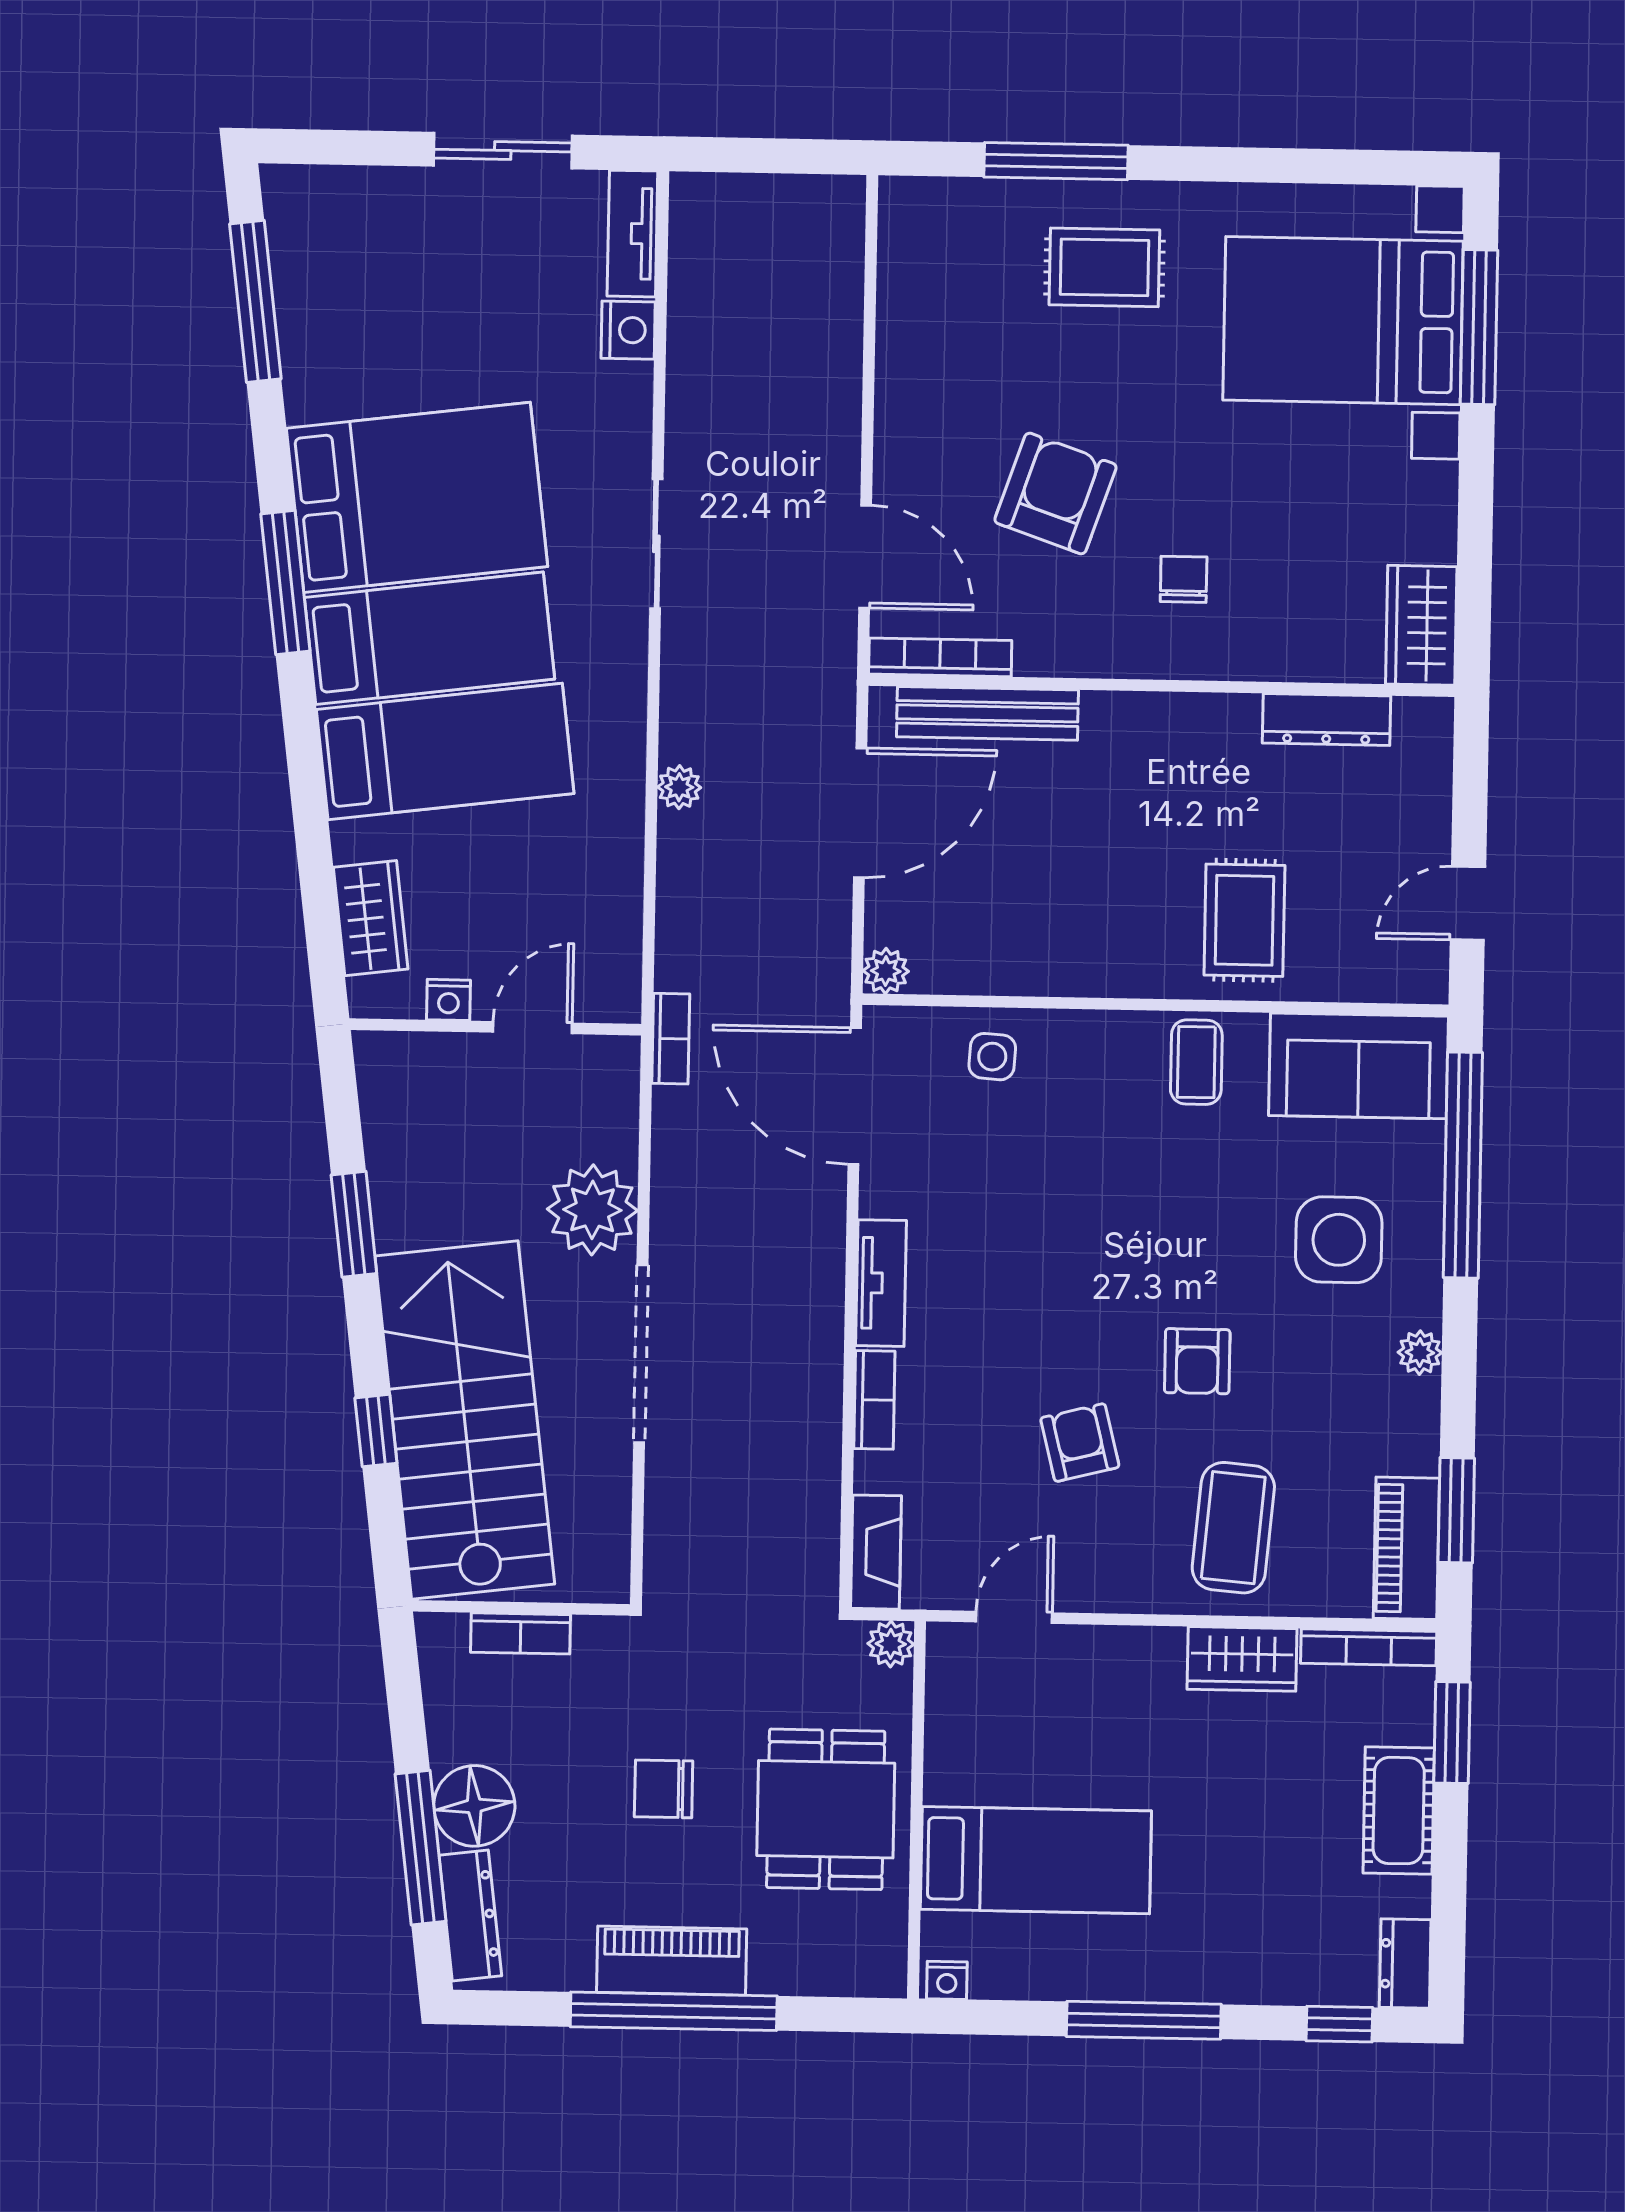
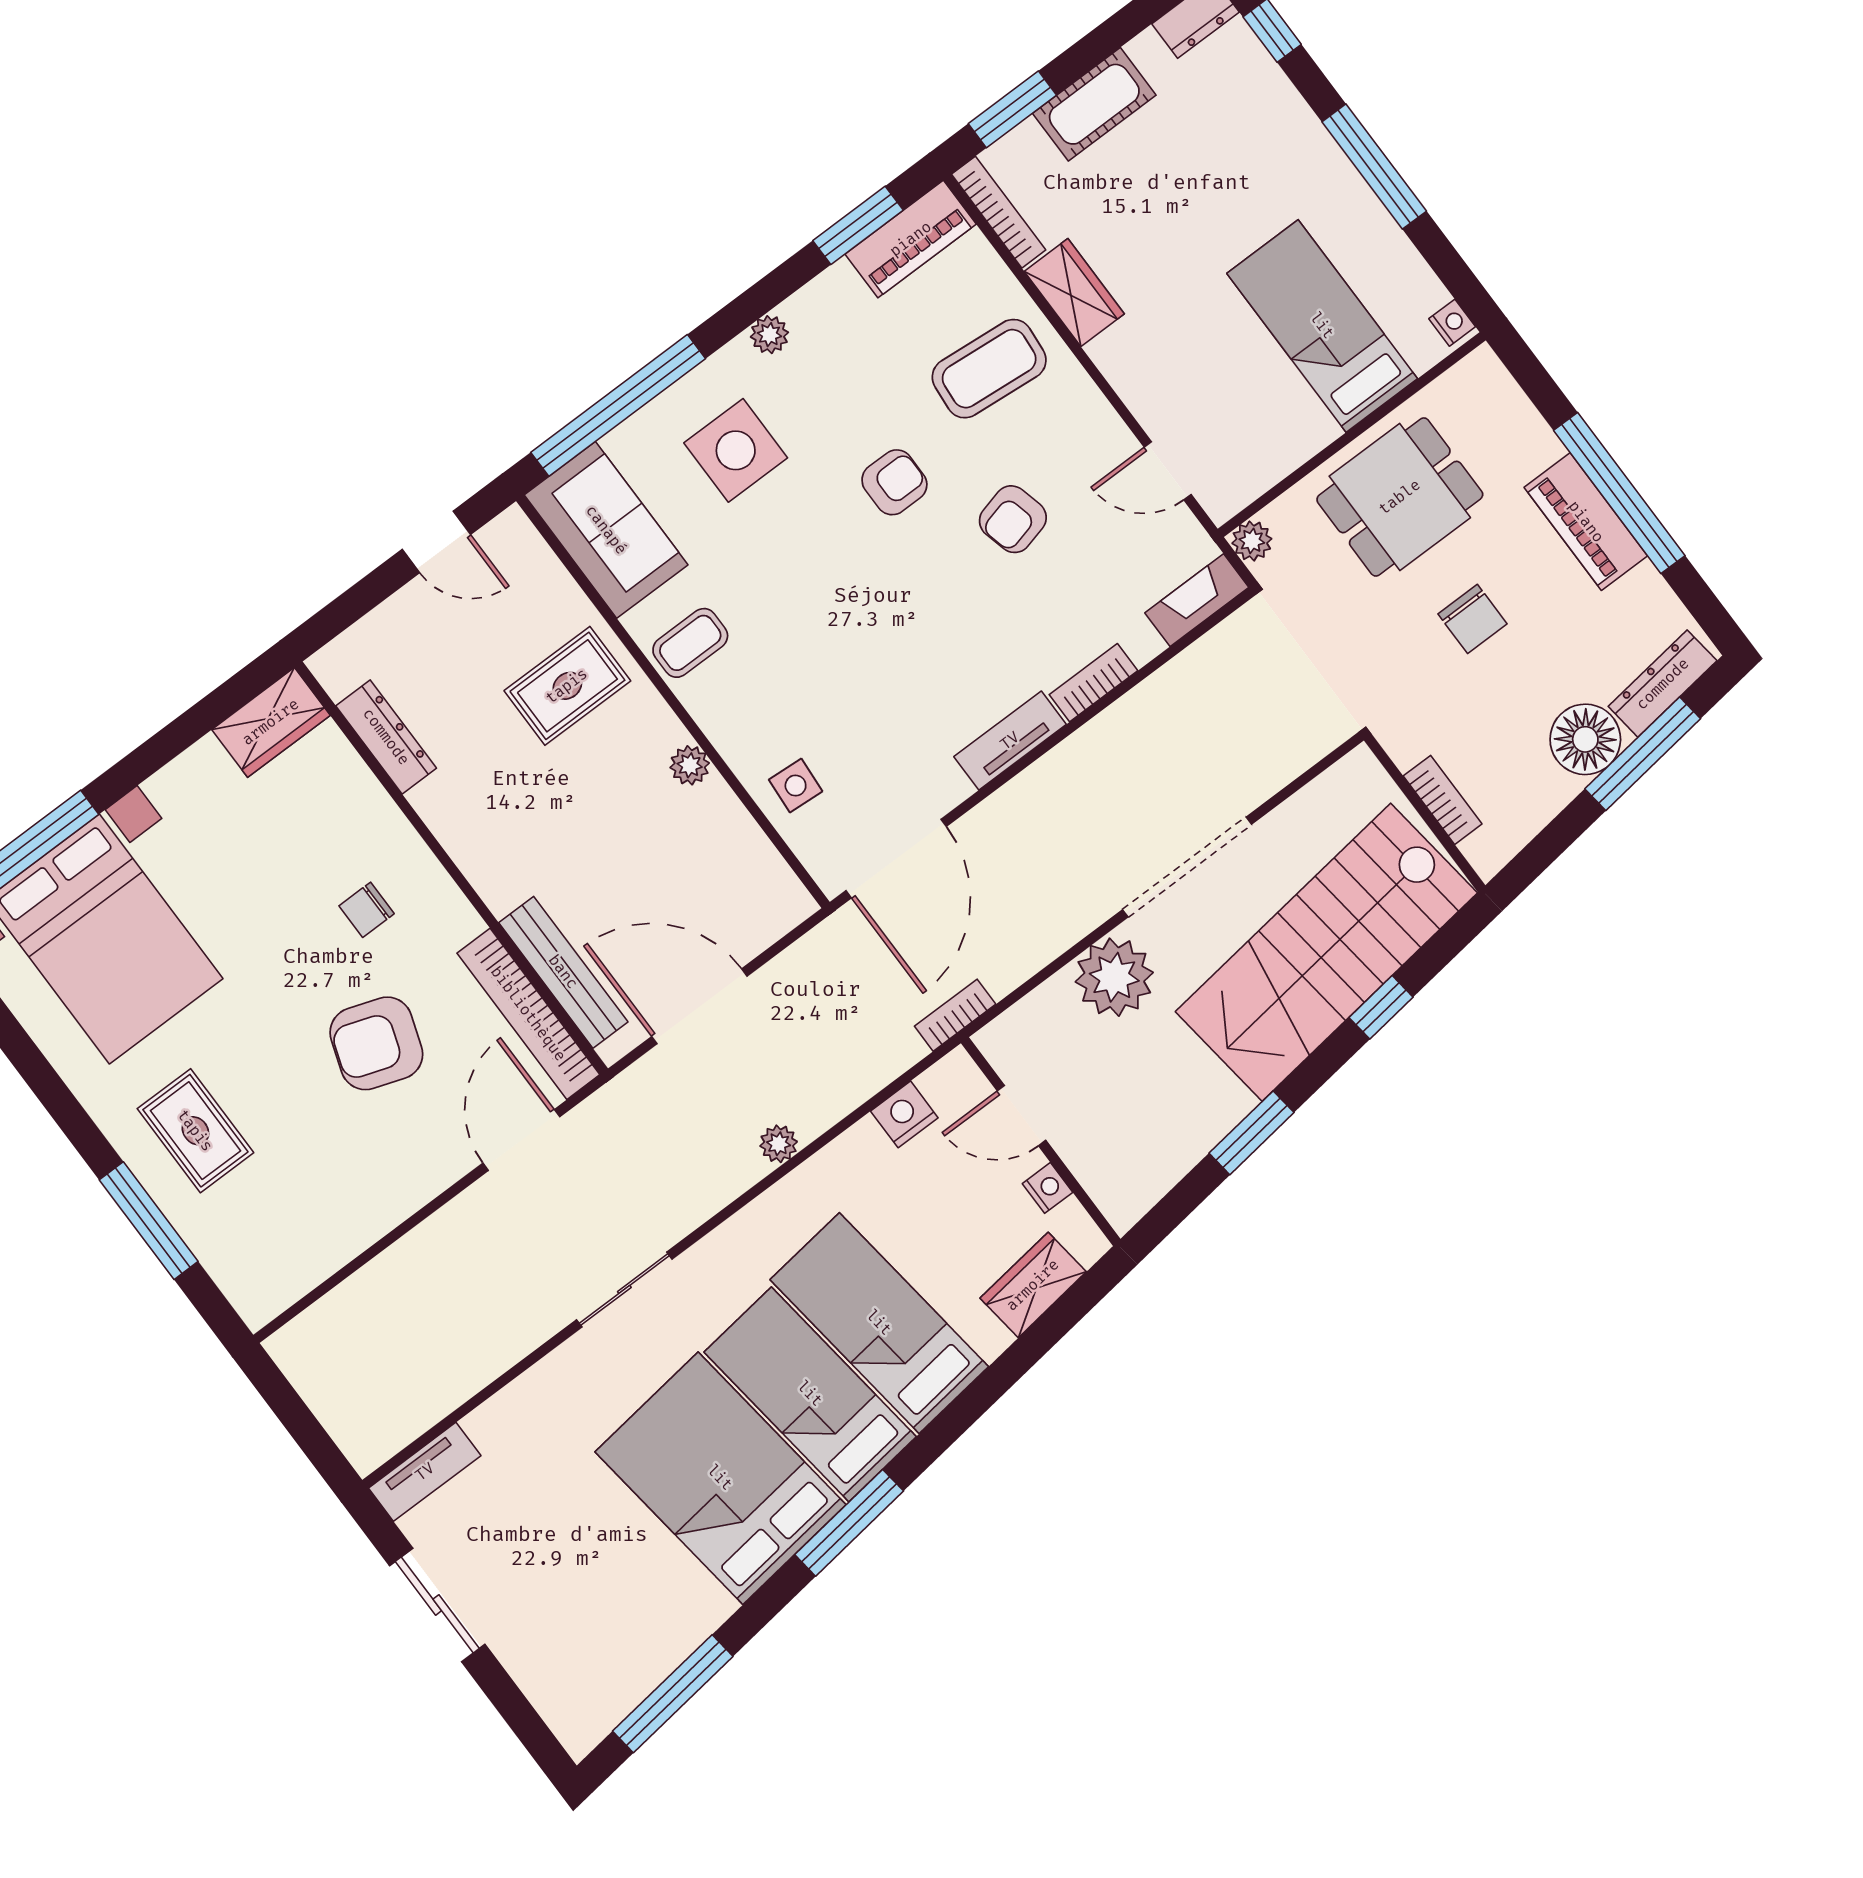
nightstand: (628, 330) -> (904, 1114), moved
bookcase: (940, 657) -> (528, 1014), width x1.48, depth x1.31
plant: (886, 971) -> (690, 765), moved

